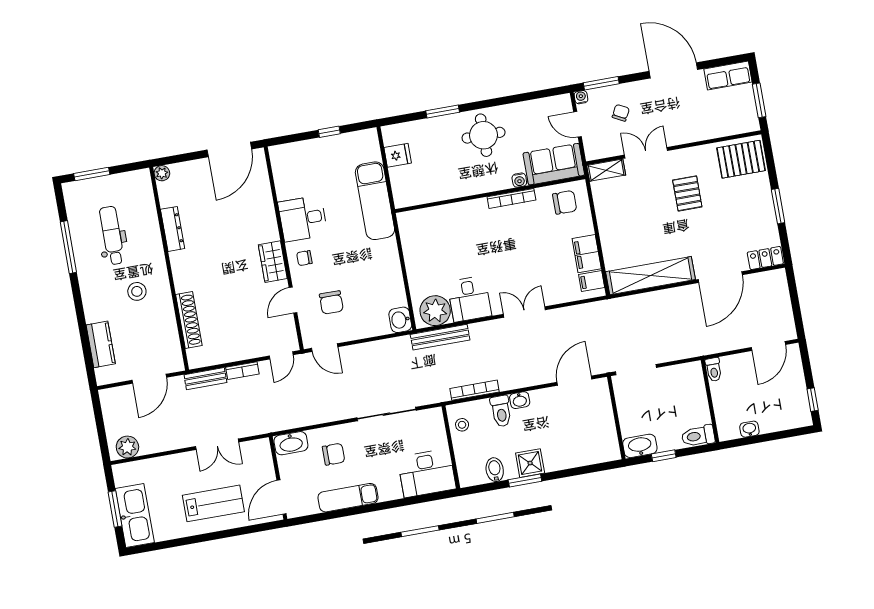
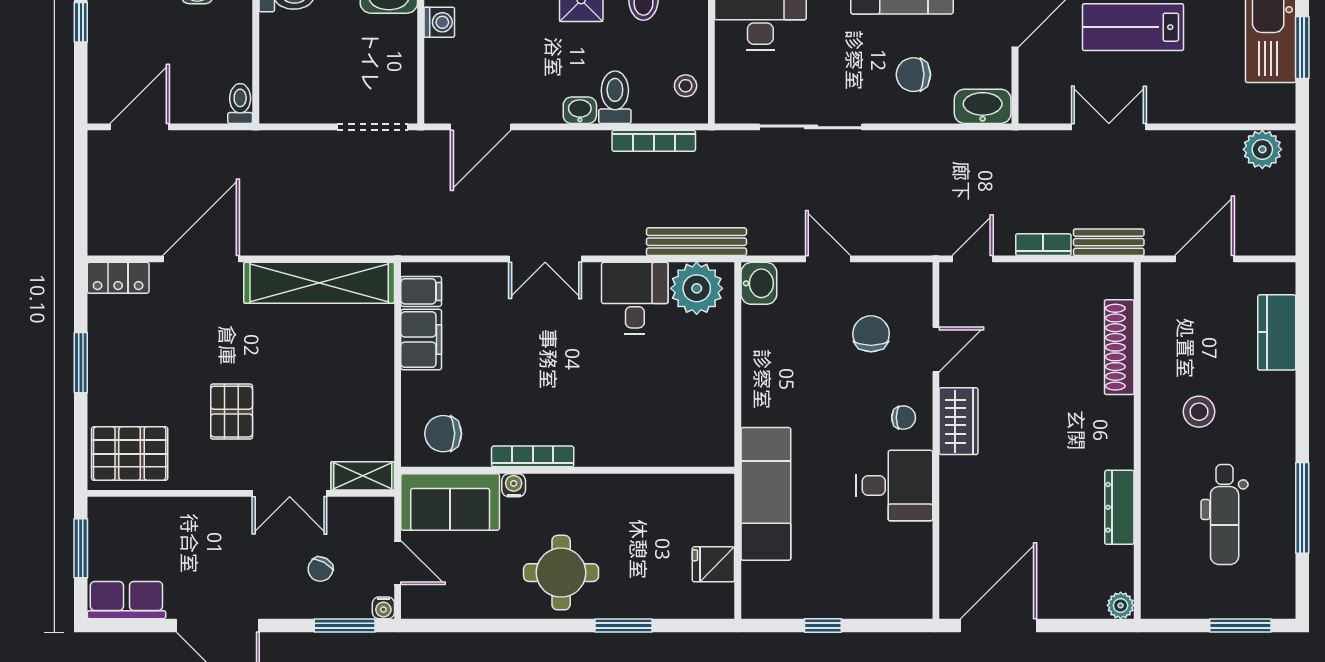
door: (325, 348) -> (828, 259), moved
washing machine: (609, 436) -> (439, 22), added

